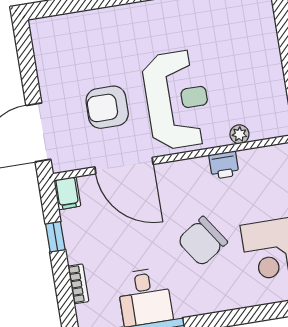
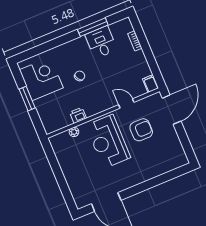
door: (124, 166) -> (126, 103), width x0.53
window: (55, 237) -> (151, 61), removed
chair: (202, 241) -> (80, 76), width x0.54, depth x0.54

